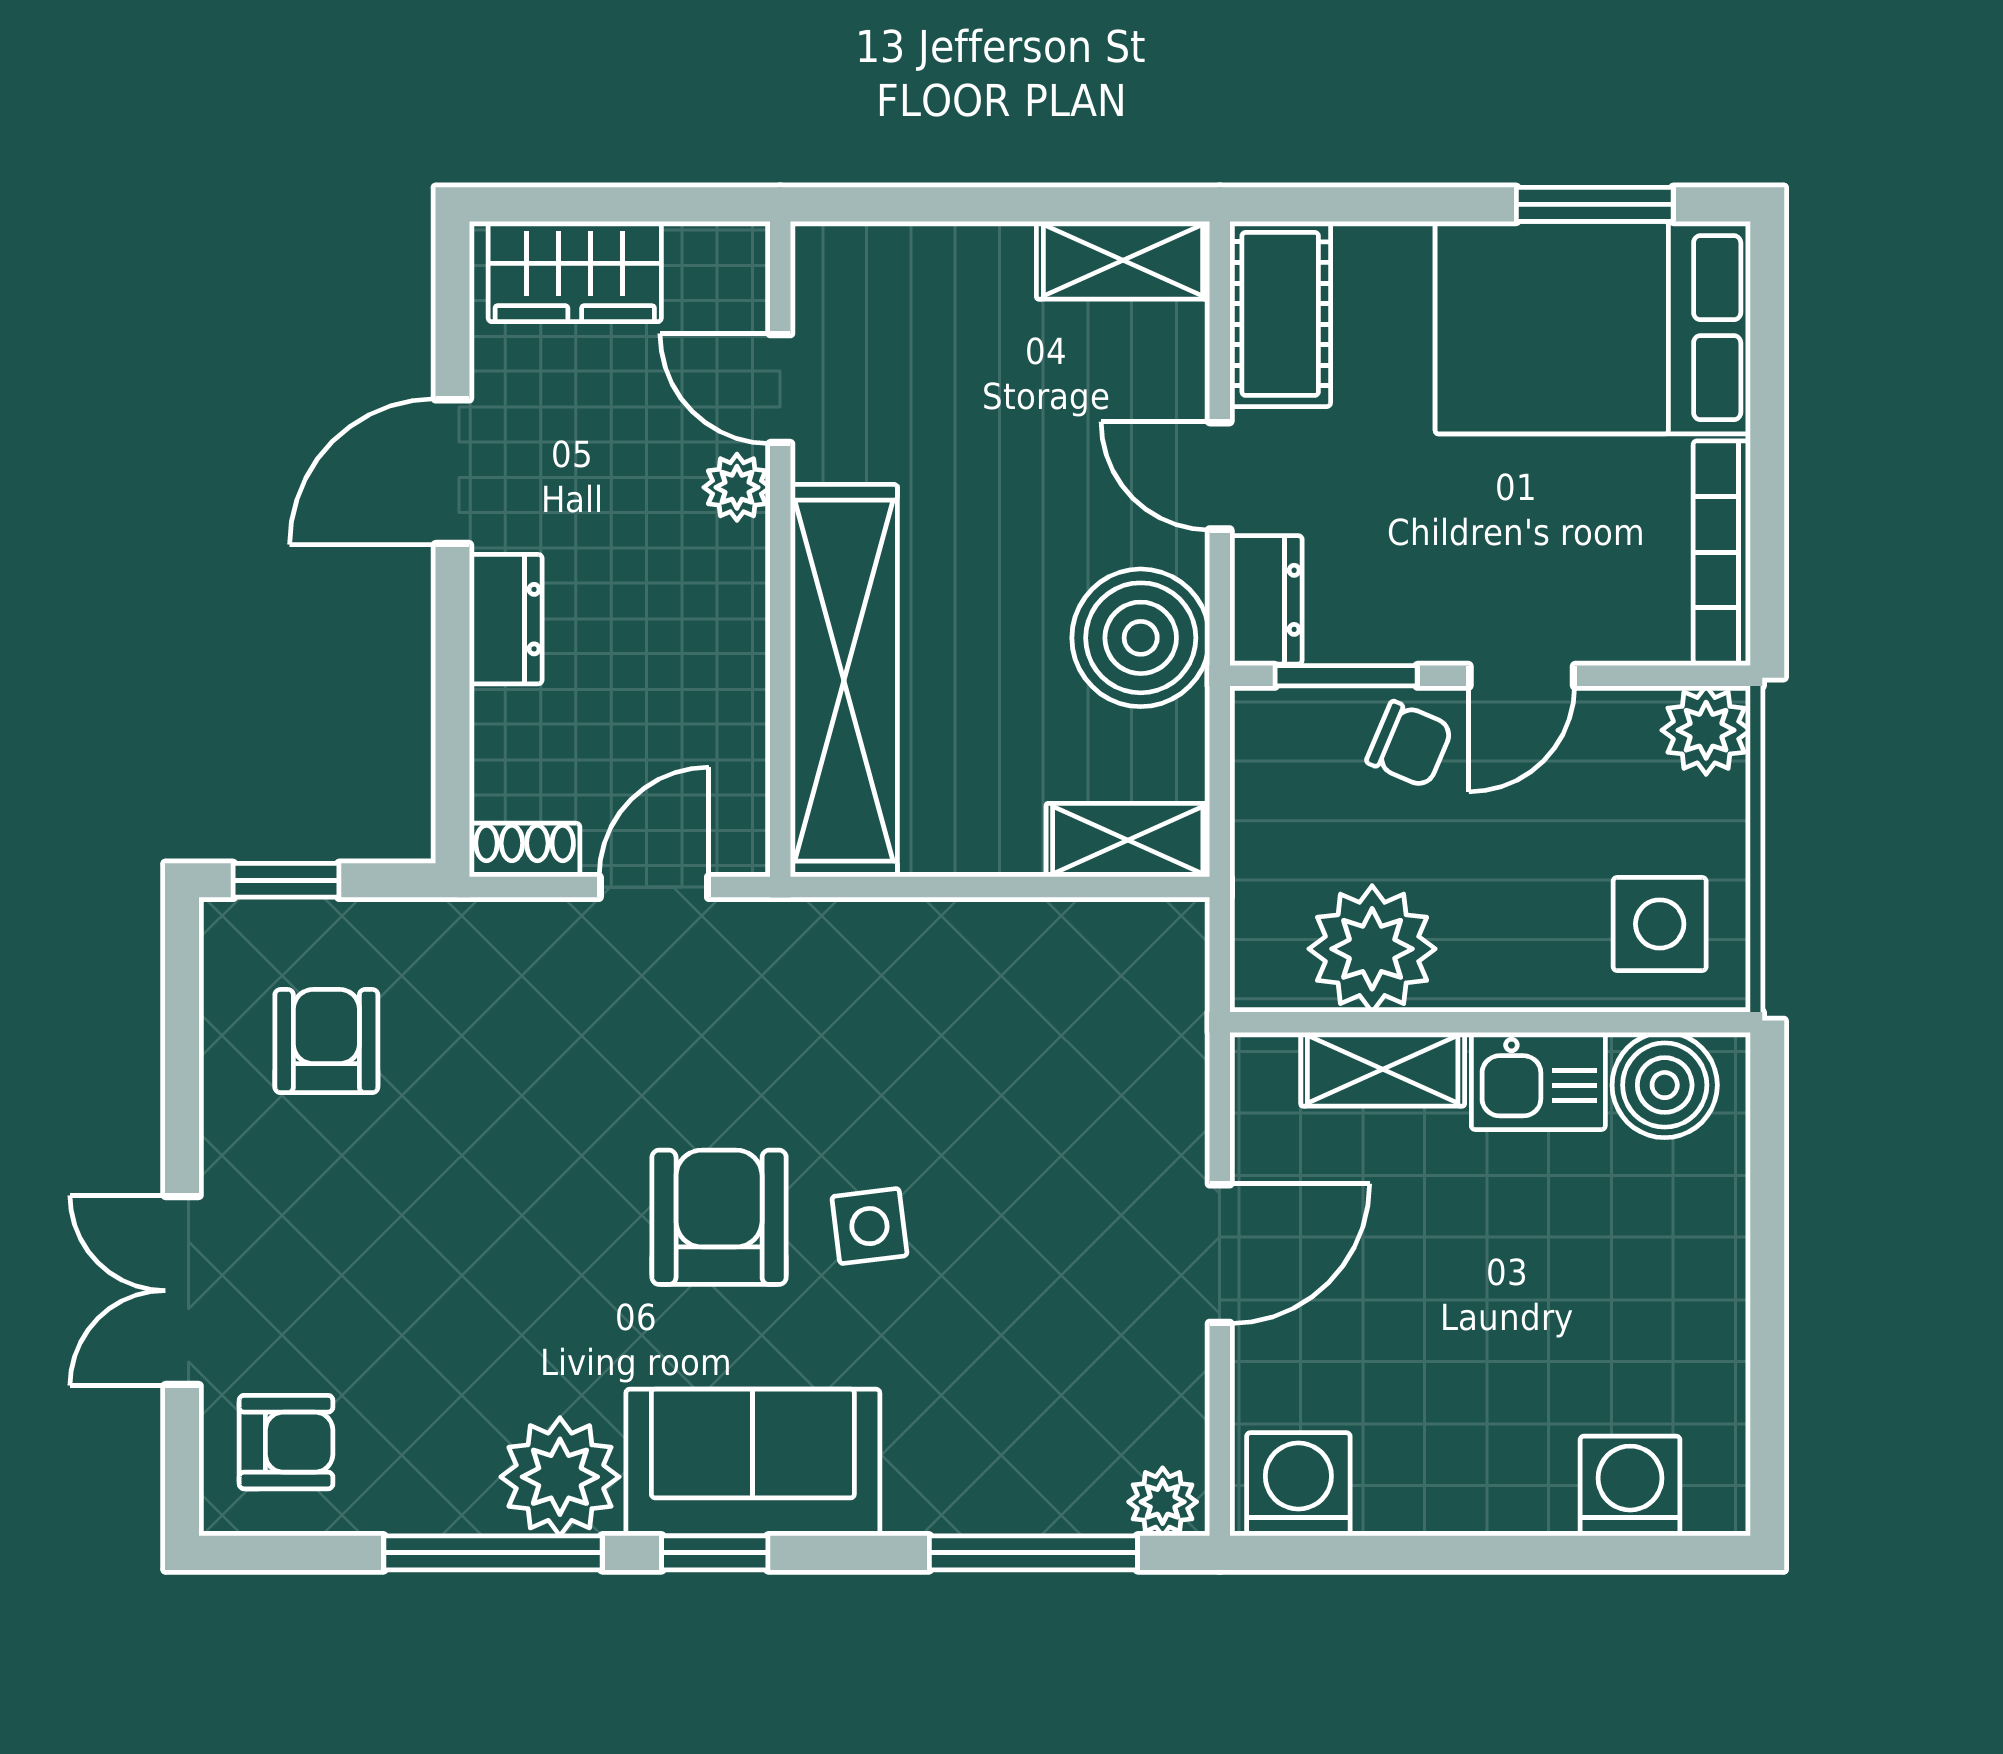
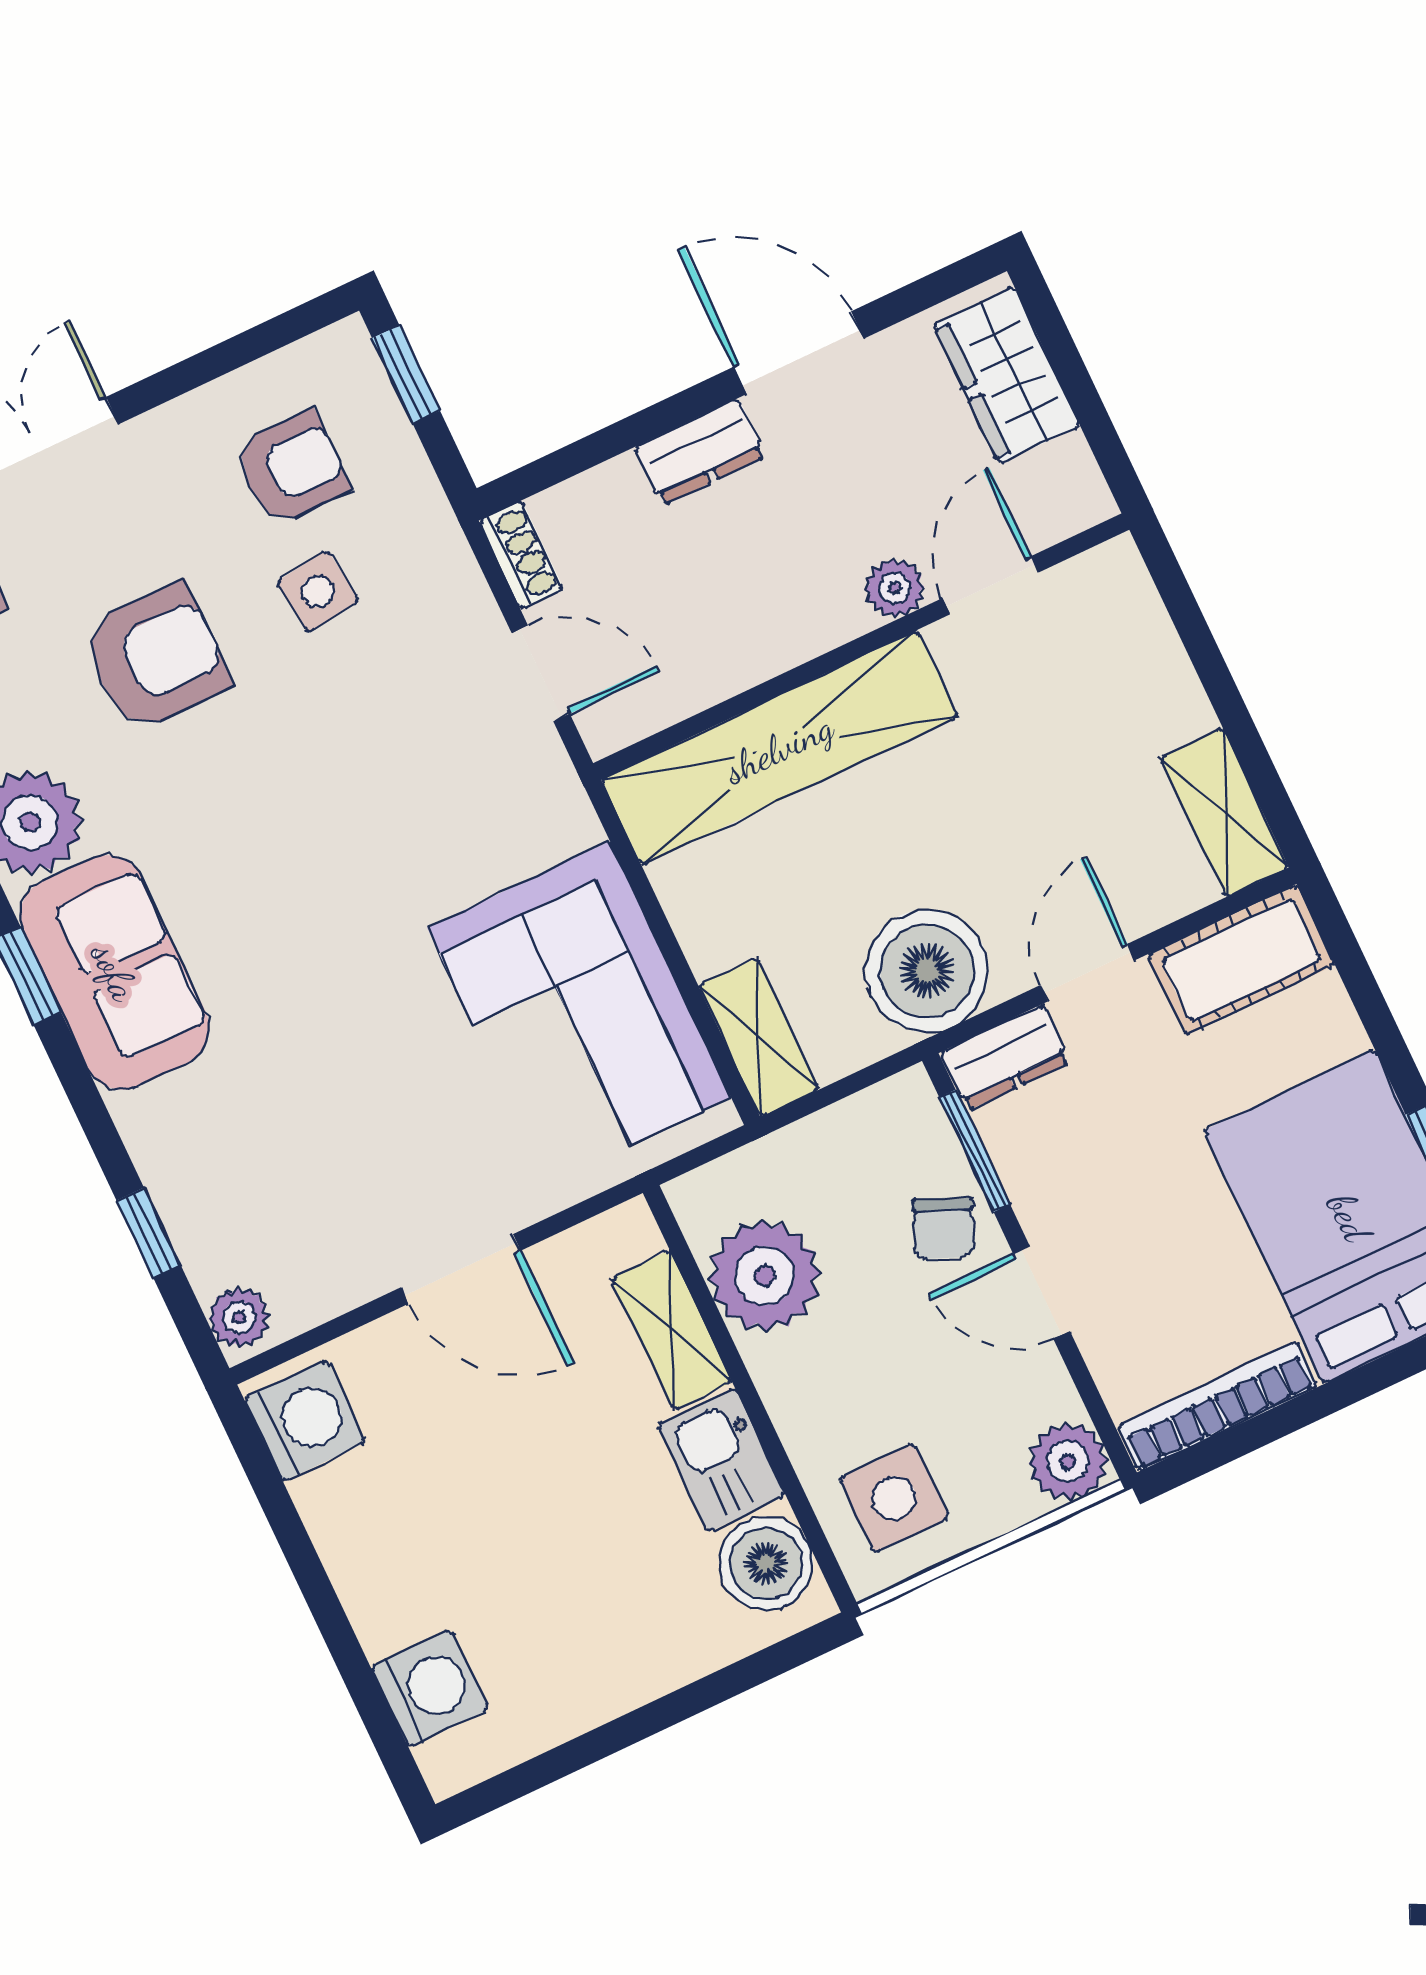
corner sofa: (1016, 1011) -> (579, 1013), added
armchair: (719, 1217) -> (156, 658), moved
side table: (869, 1226) -> (318, 591), moved
window: (1033, 1553) -> (149, 1233), width x0.46

